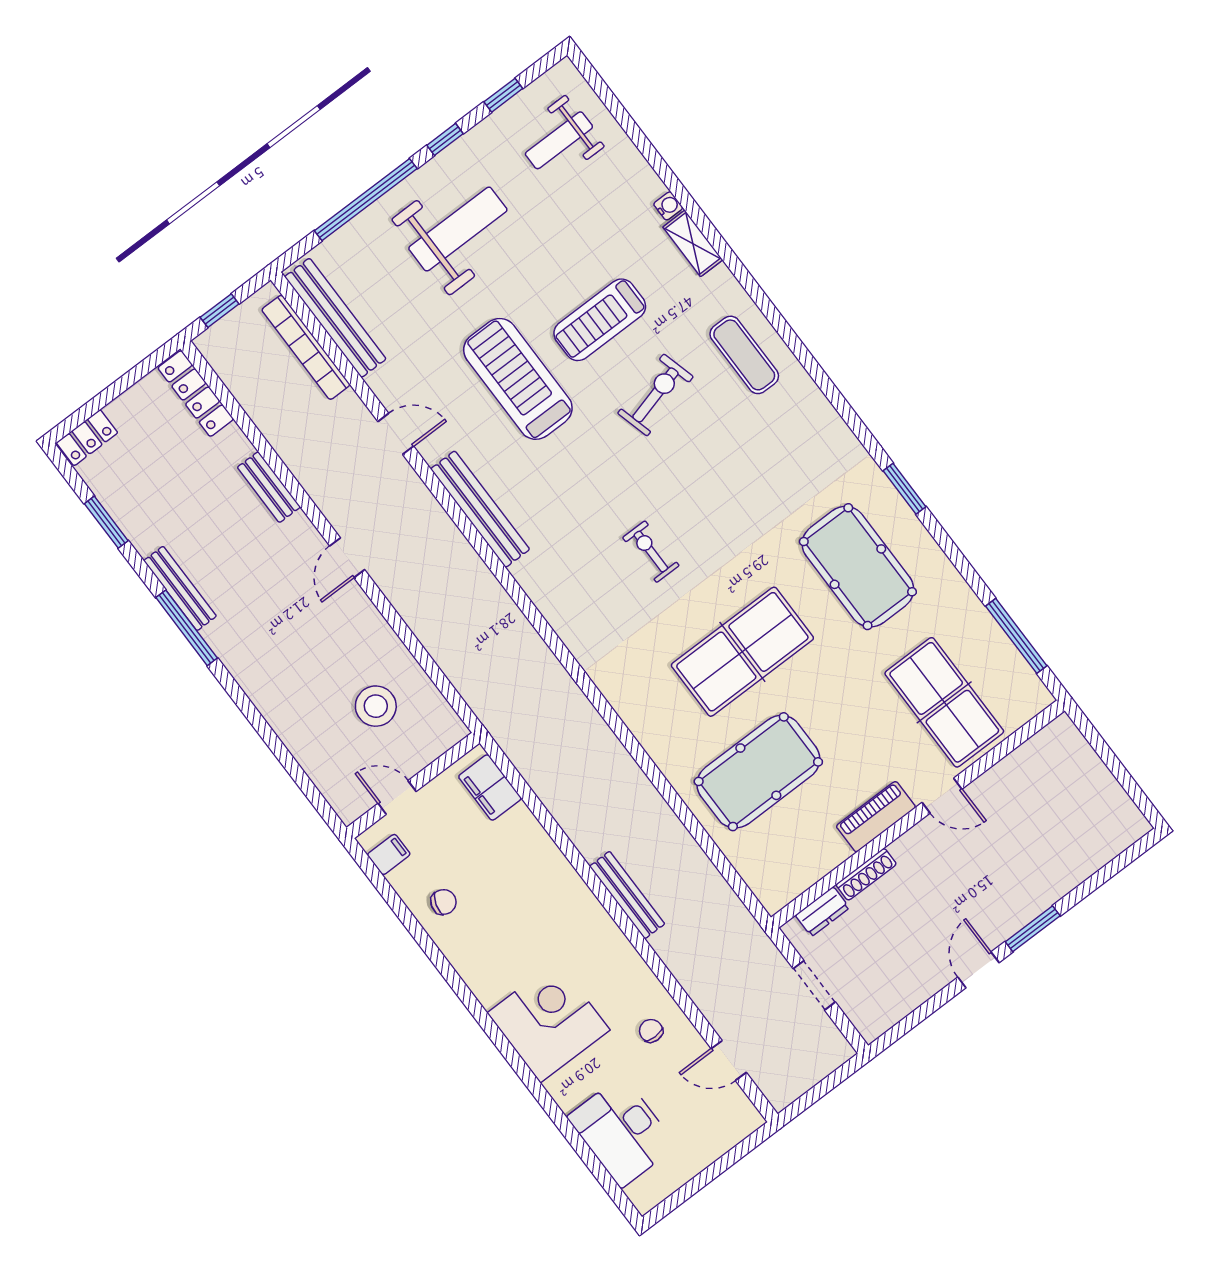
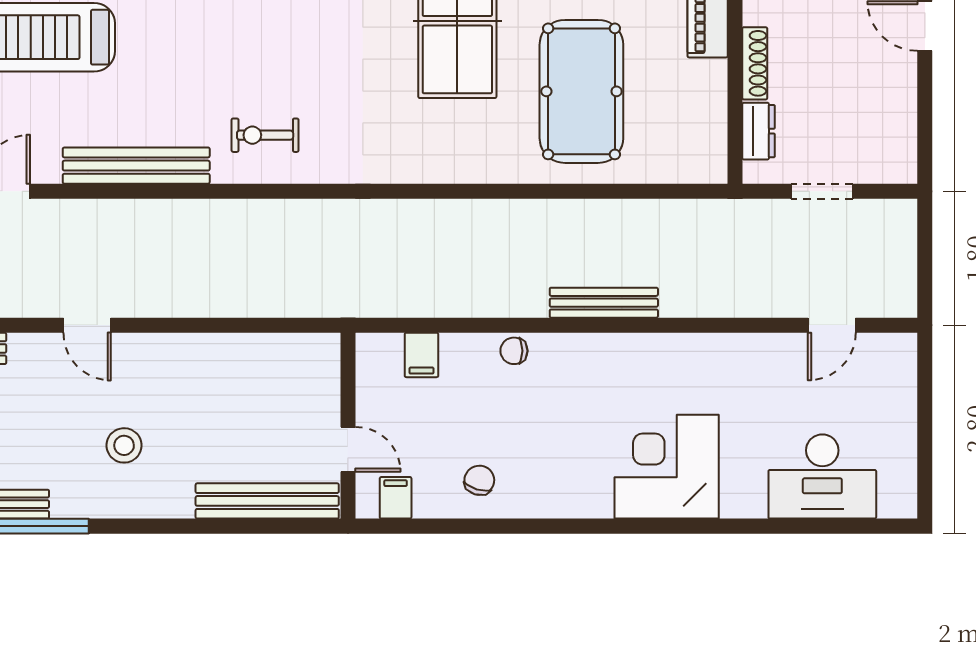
exercise bike: (651, 552) -> (265, 135), moved
stool: (376, 706) -> (124, 445), moved, width x0.73, depth x0.73
bench: (321, 769) -> (267, 501), added
filing cabinet: (490, 787) -> (421, 355), width x0.50
door: (397, 797) -> (348, 449), swing flipped
chair: (651, 1031) -> (514, 351), moved

